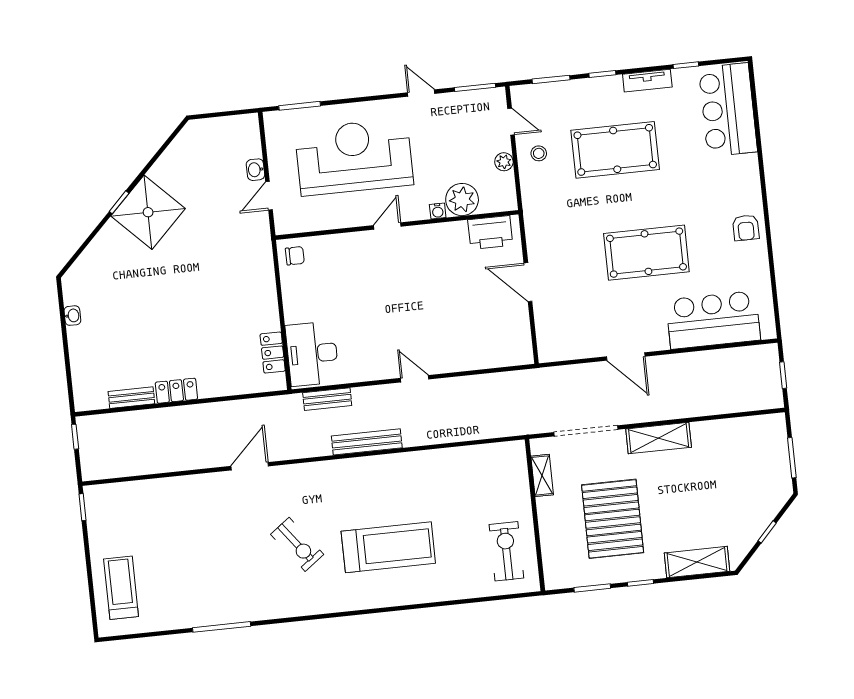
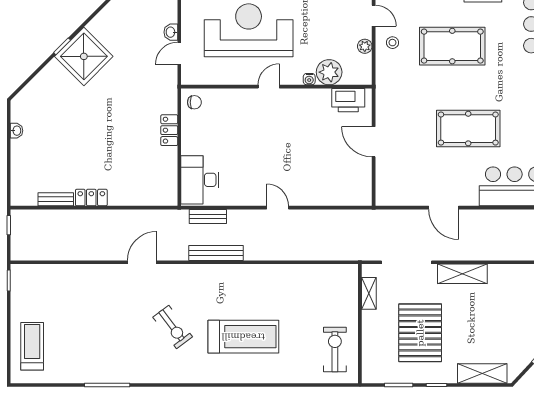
locker: (273, 353) -> (169, 130), moved
bench: (367, 442) -> (216, 253), moved

